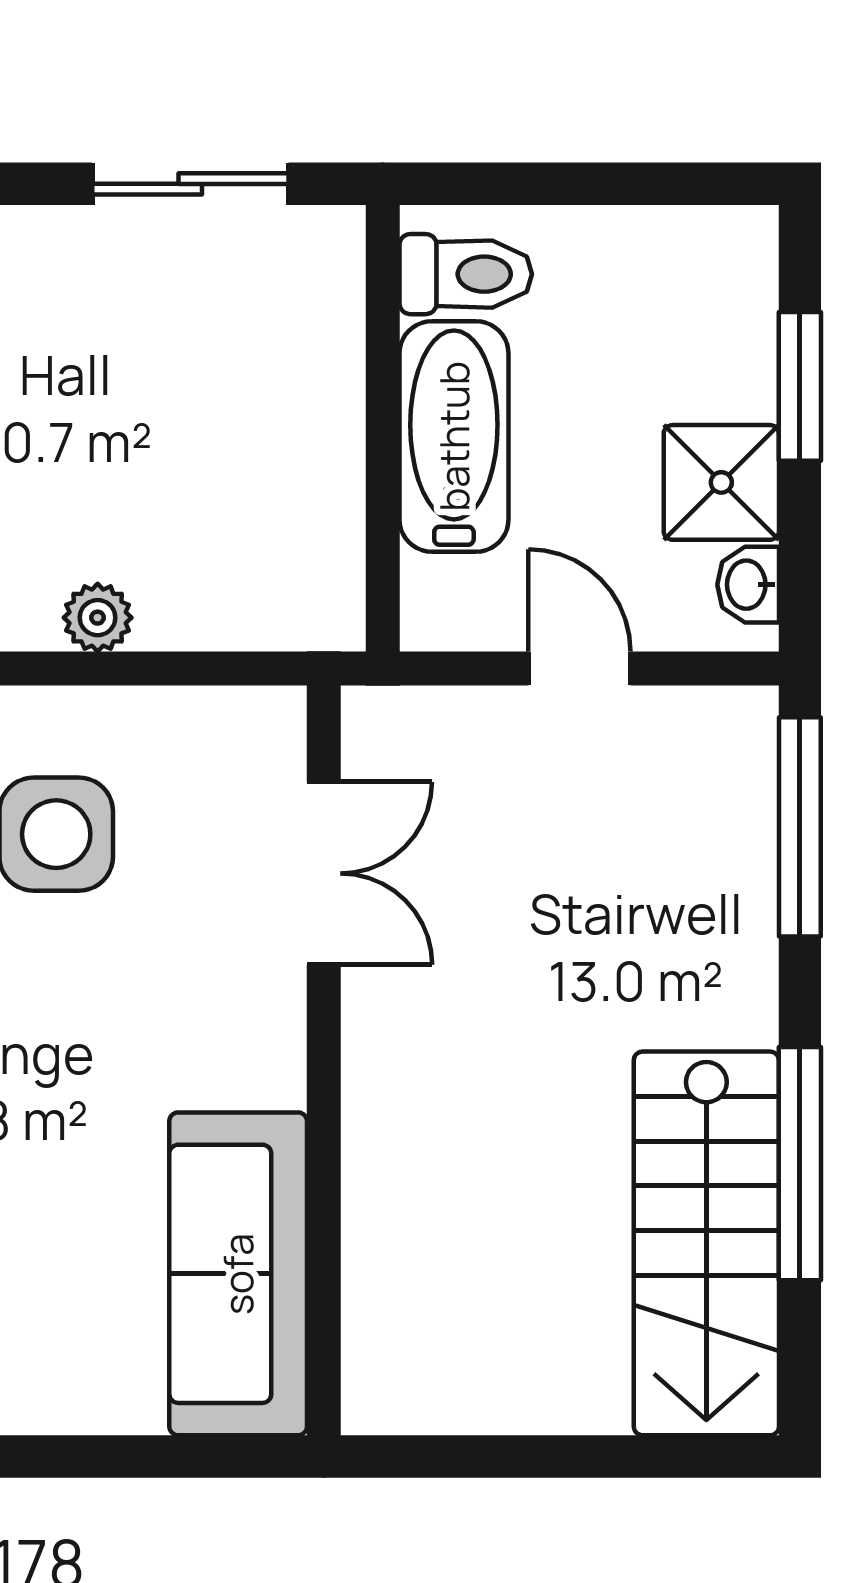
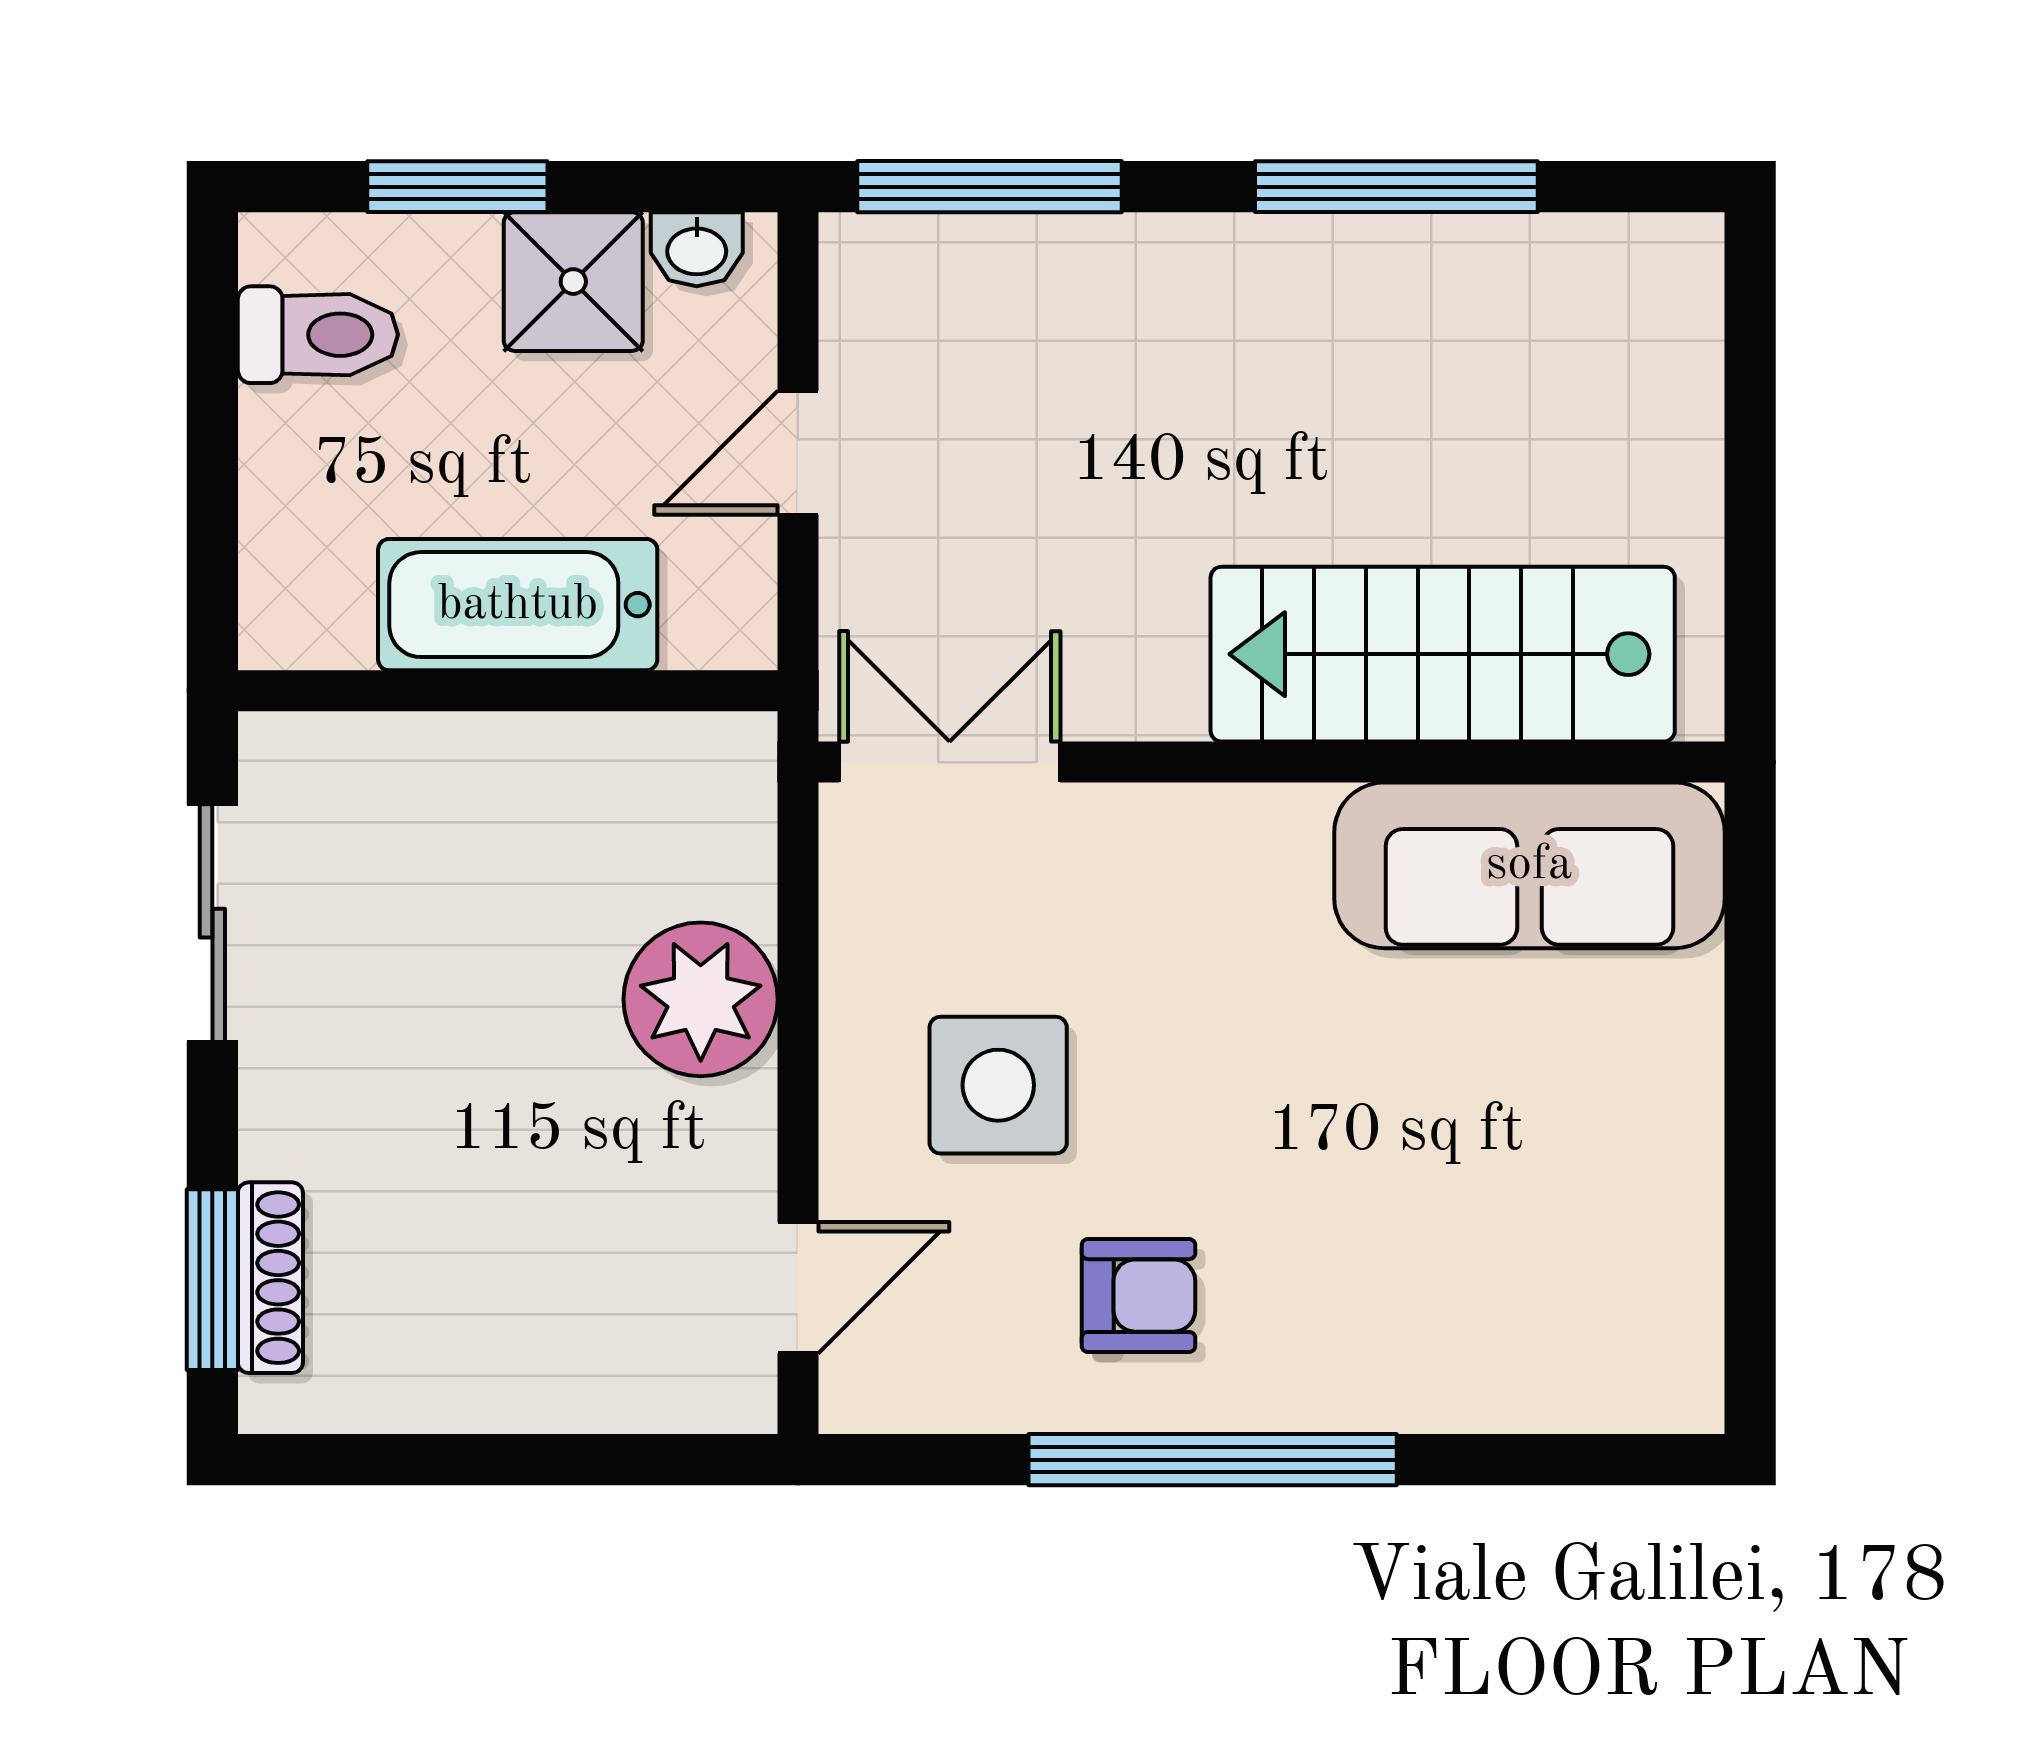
toilet: (466, 274) -> (318, 335), moved, turned 90
plant: (98, 618) -> (701, 999), width x1.88, depth x1.88
double door: (324, 873) -> (950, 762), moved
stairs: (706, 1243) -> (1443, 654), moved, turned 180

